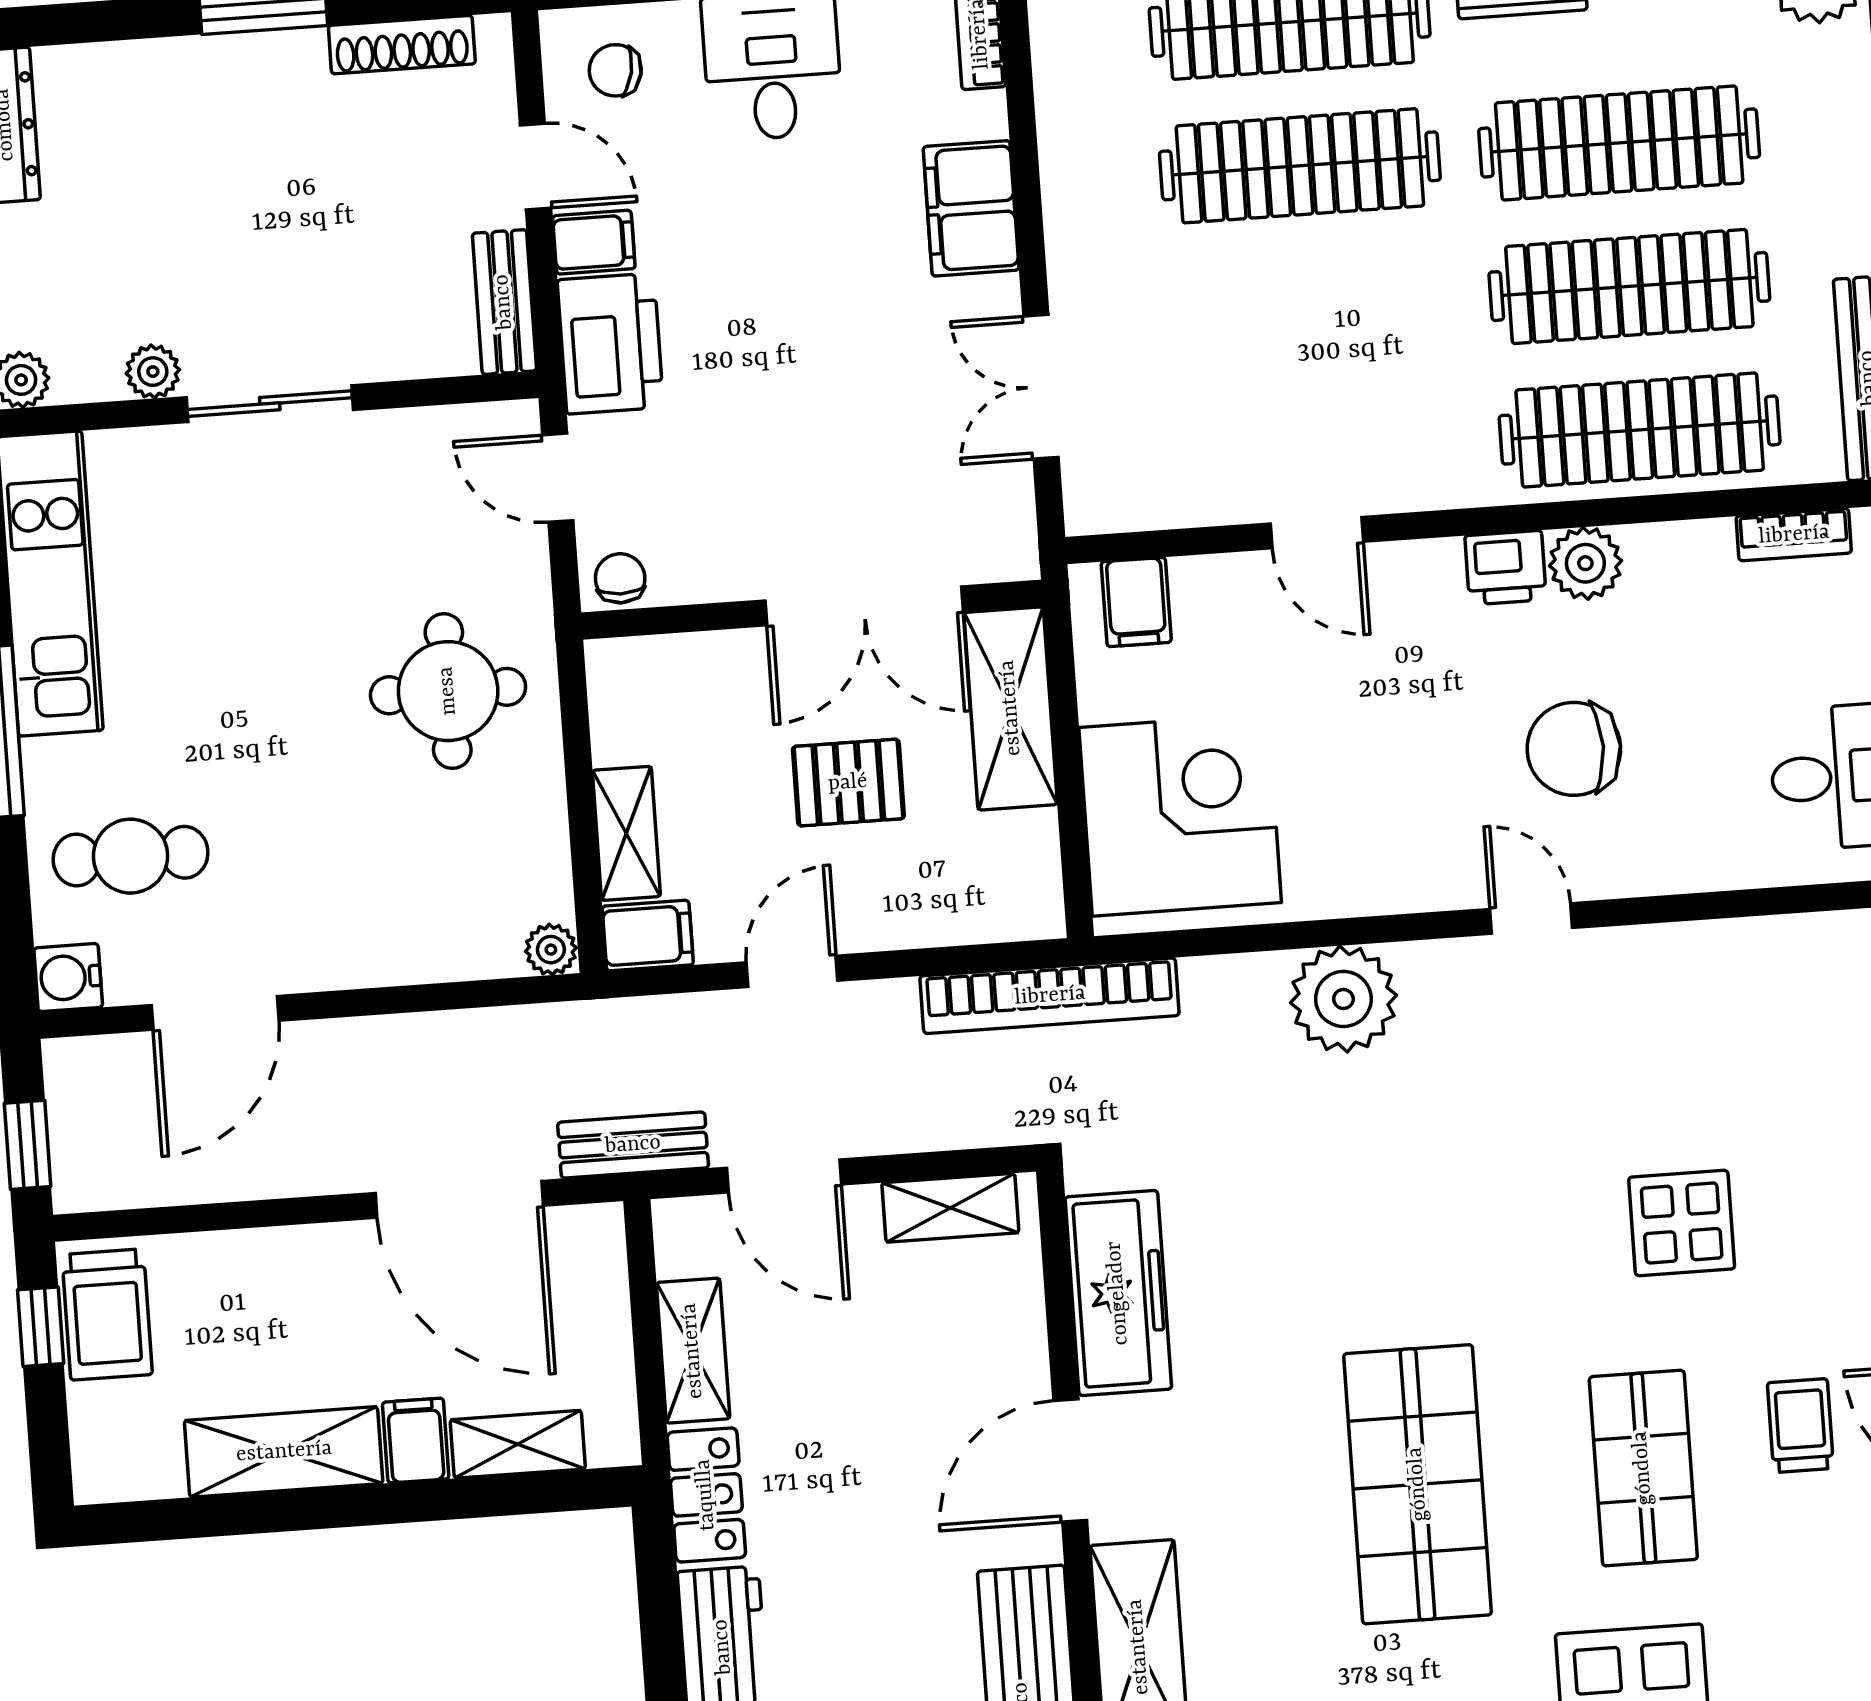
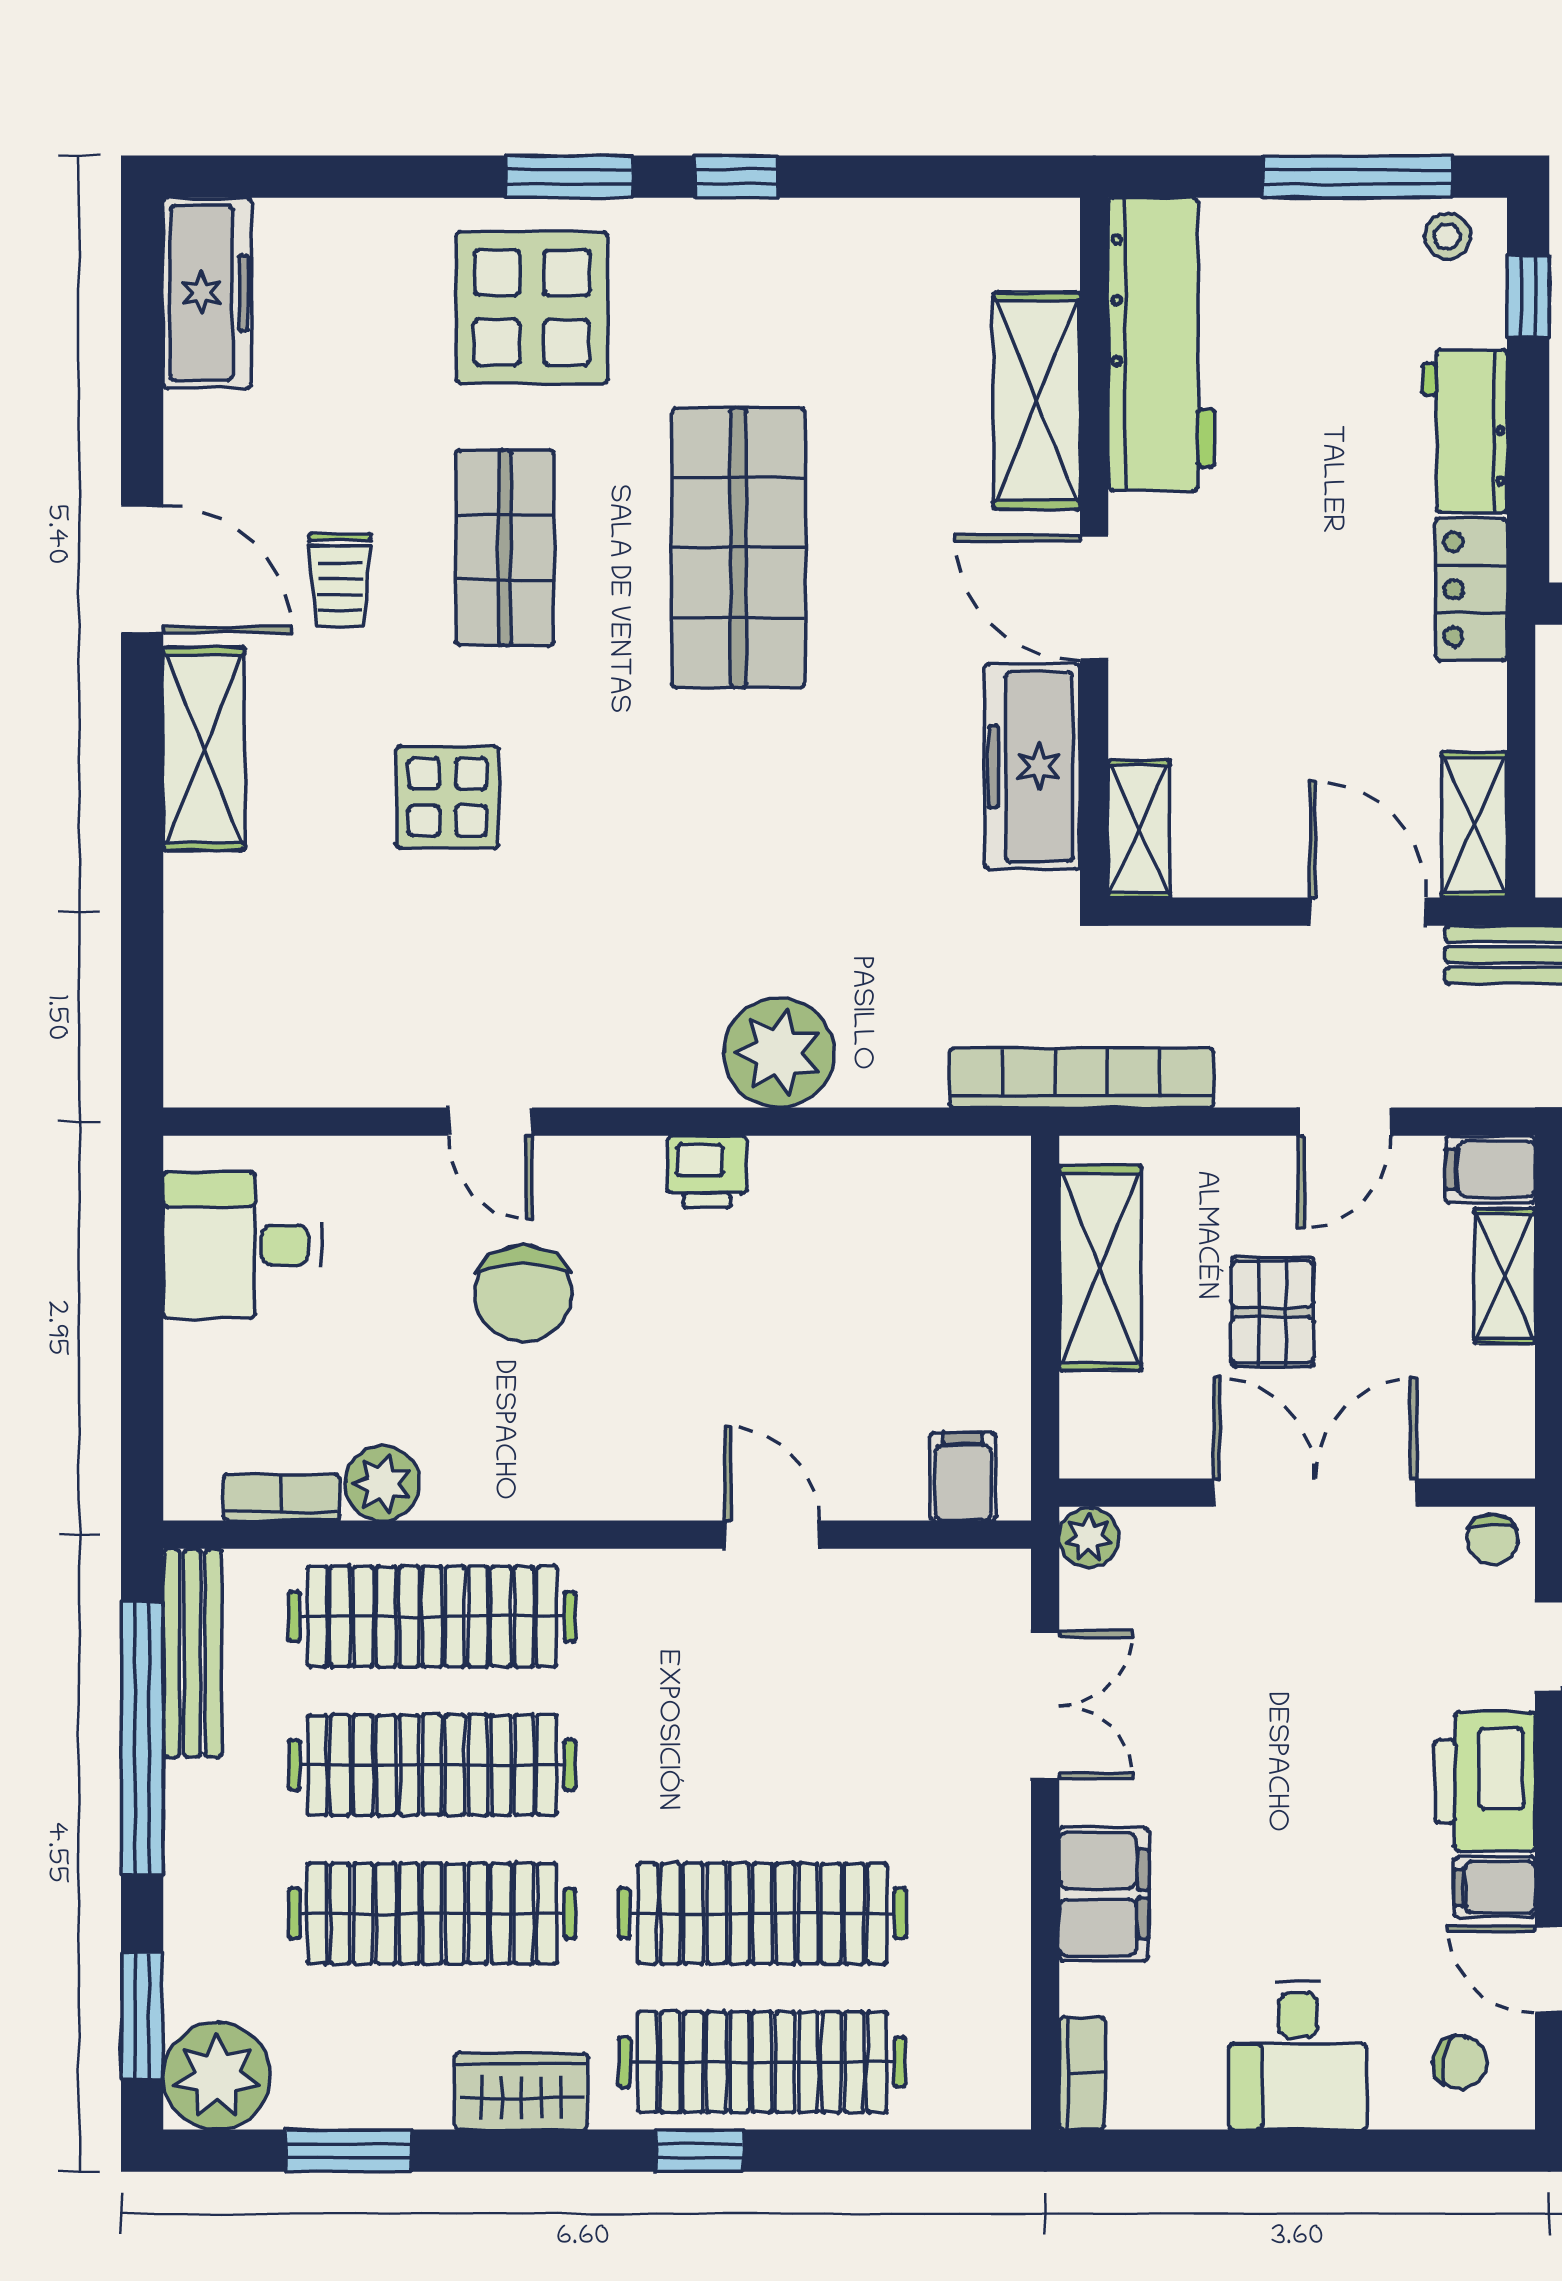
plant: (1010, 552) -> (1089, 1538), added
plant: (1585, 563) -> (382, 1483), moved
printer: (1506, 568) -> (707, 1172), moved, turned 180
double door: (864, 606) -> (1315, 1493), moved
shelving: (1011, 708) -> (1100, 1268), moved
chair: (1574, 749) -> (523, 1293), turned 90
pallet: (848, 783) -> (1273, 1312), turned 90
corner desk: (1180, 815) -> (933, 1254), removed
door: (1531, 918) -> (490, 1122), moved
shelving: (950, 1208) -> (1139, 829), moved, turned 90
shelving: (693, 1351) -> (1474, 825), moved
door: (1070, 1461) -> (1094, 598), swing flipped

